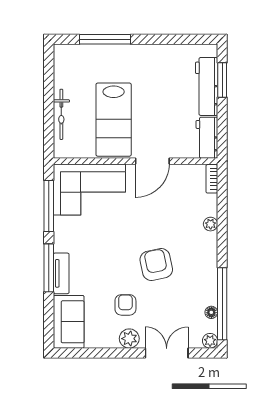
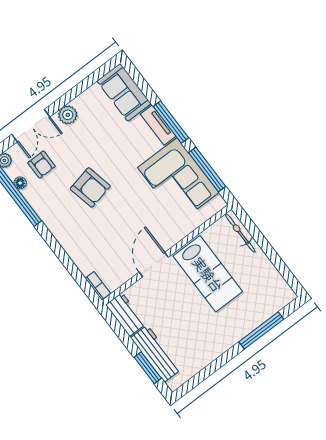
bicycle: (61, 114) -> (240, 233), moved
lab bench: (114, 120) -> (208, 274), turned 180
corner sofa: (89, 190) -> (178, 180), moved, turned -90
plant: (211, 224) -> (72, 250), removed
armchair: (125, 305) -> (42, 165), moved

